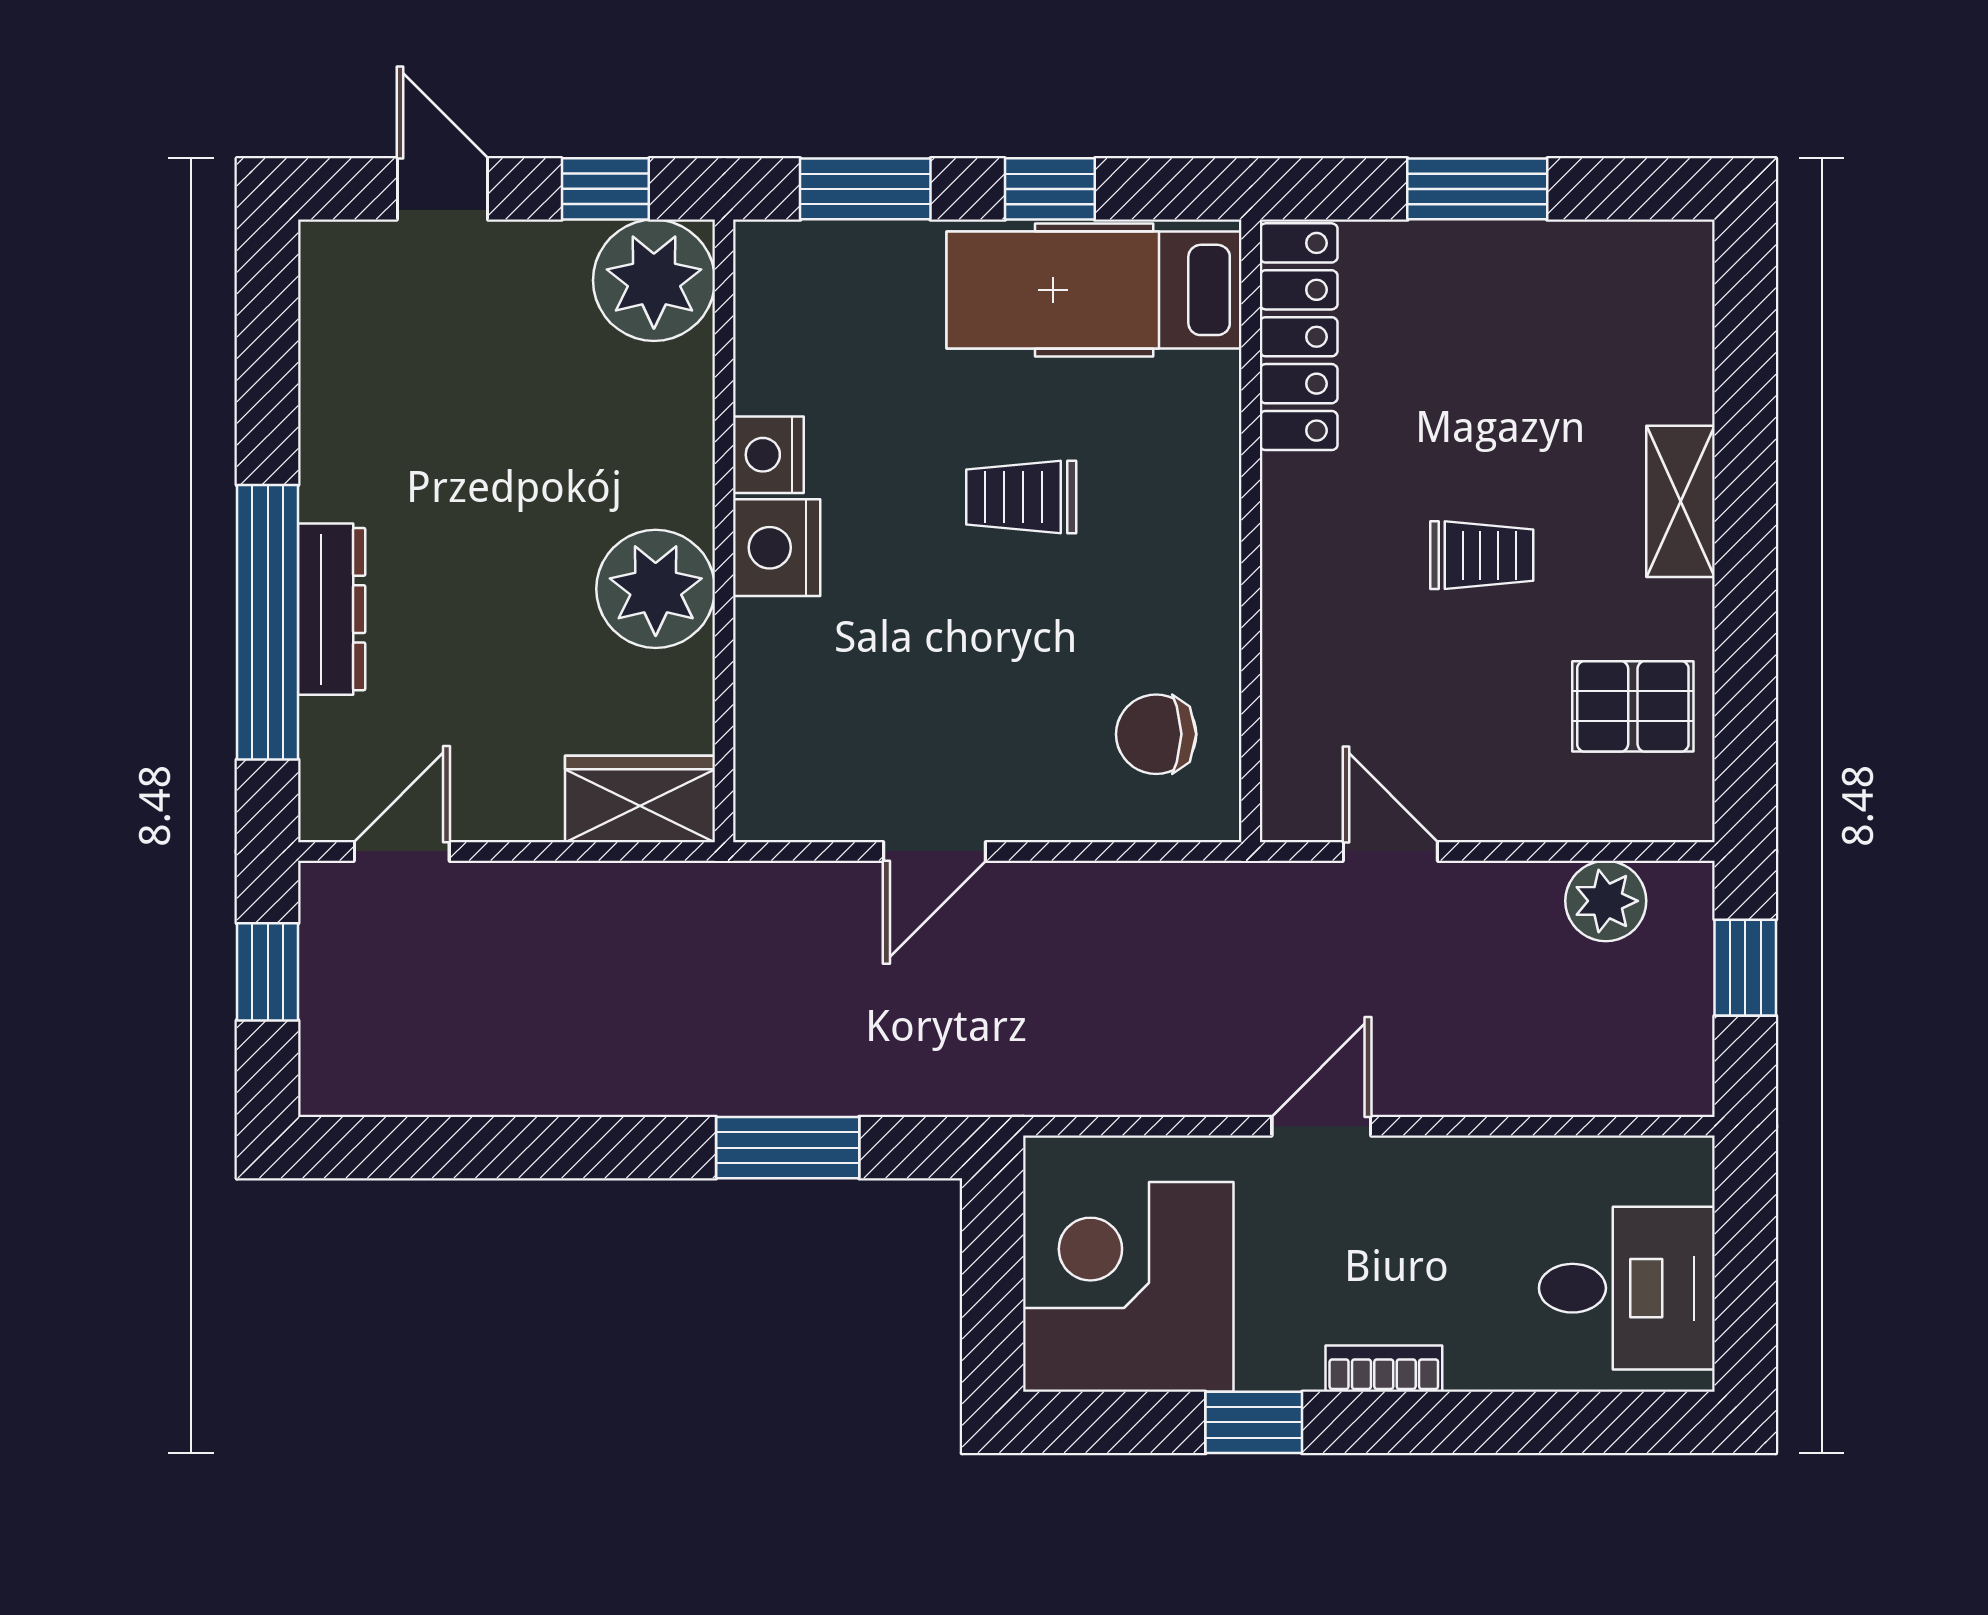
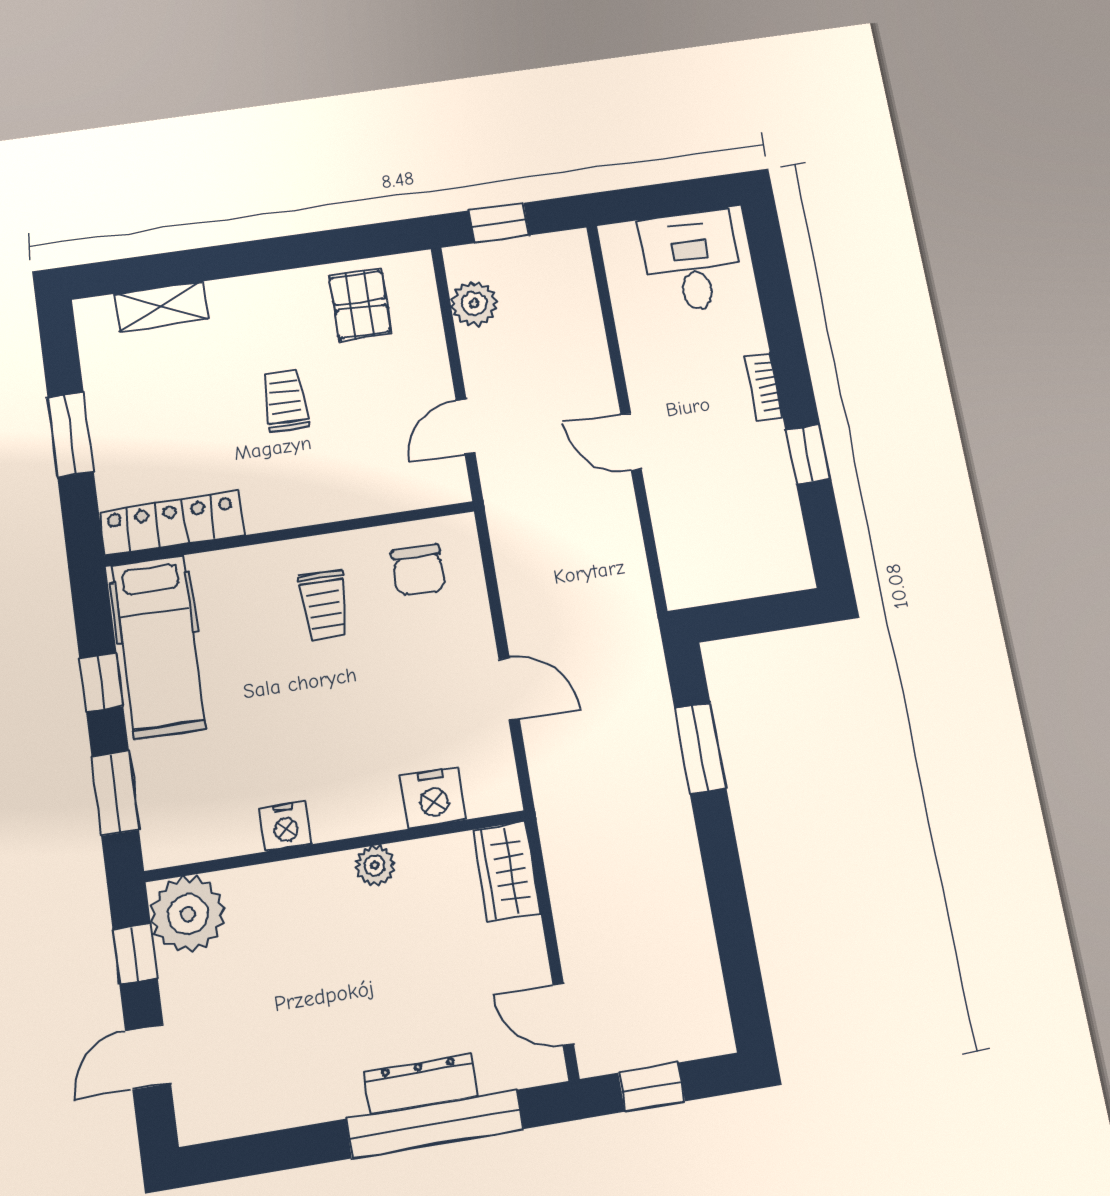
trolley: (1021, 497) -> (324, 605), moved
shelving: (1681, 501) -> (161, 306), moved
nightstand: (777, 548) -> (433, 798), moved
plant: (656, 589) -> (375, 865), width x0.53, depth x0.53
corner desk: (1128, 1287) -> (744, 537), removed

